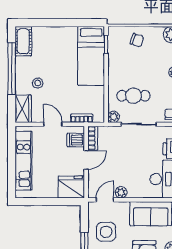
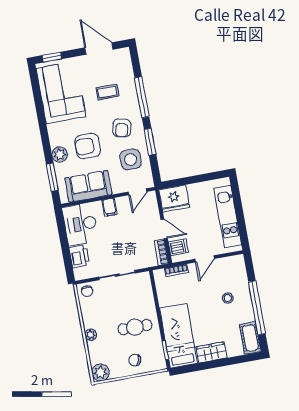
cafe table: (133, 96) -> (135, 327), moved
wardrobe: (23, 109) -> (211, 352), moved, turned 90
plant: (114, 117) -> (144, 278), removed
door: (53, 124) -> (205, 259), hinge flipped
door: (86, 160) -> (164, 229), swing flipped
filing cabinet: (134, 190) -> (110, 207), added
plant: (121, 192) -> (122, 203), removed

